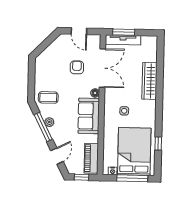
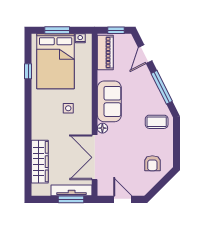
armchair: (77, 67) -> (152, 163), moved
wardrobe: (150, 81) -> (40, 162), moved
plant: (49, 122) -> (155, 93), removed
window: (132, 178) -> (57, 30), width x0.69

